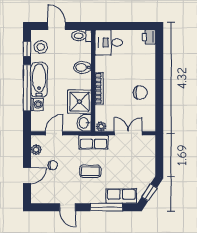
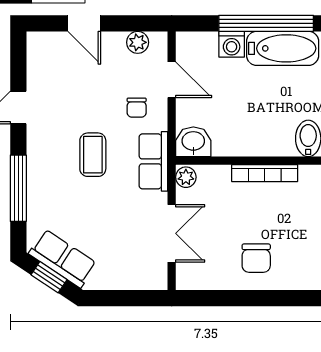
shower: (79, 102) -> (237, 132), removed
chair: (53, 165) -> (137, 108), moved
row of seats: (121, 196) -> (63, 258), moved, turned -56

